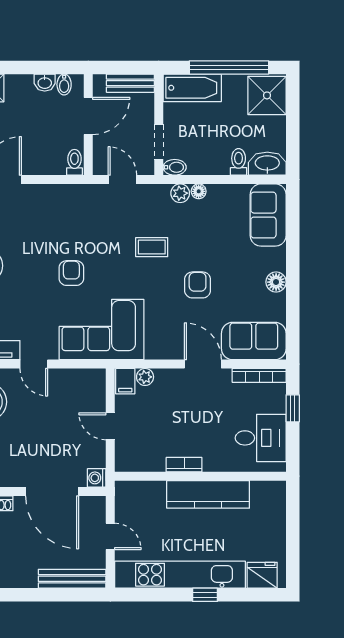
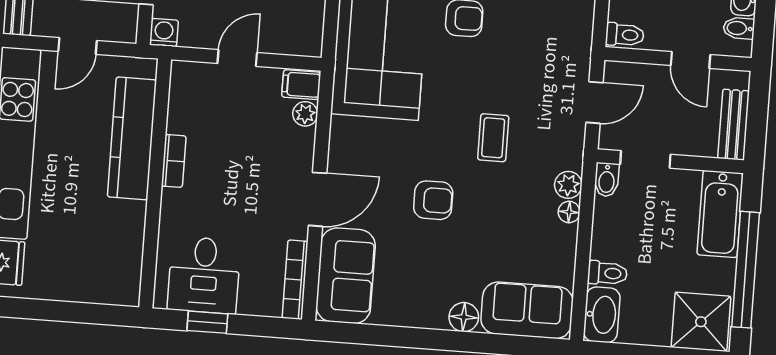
door: (88, 116) -> (691, 60), width x0.73
floor lamp: (276, 282) -> (464, 317), moved
window: (293, 408) -> (207, 322), moved
kitchen counter: (208, 494) -> (132, 138), moved

